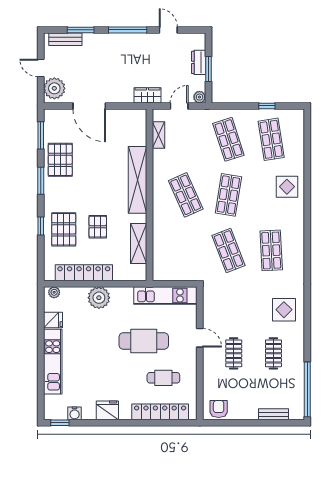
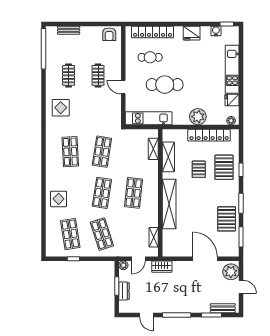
shop shelf: (186, 195) -> (134, 193), turned 30
shop shelf: (228, 250) -> (102, 152), turned 30
shelving: (159, 254) -> (153, 149), added

